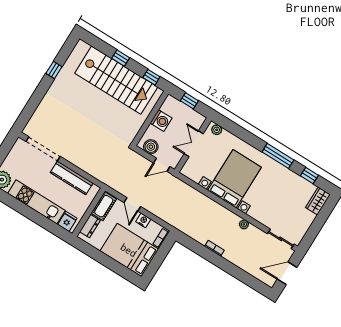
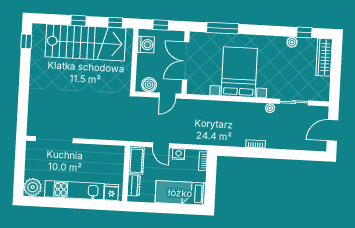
window: (54, 70) -> (26, 41), moved
washing machine: (161, 121) -> (146, 45), moved
plant: (217, 130) -> (292, 42), moved
double door: (194, 144) -> (186, 61), width x1.37
window: (278, 156) -> (223, 28), moved
kitchen counter: (72, 178) -> (94, 151), removed
wardrobe: (318, 201) -> (324, 57), width x1.50
sliding door: (281, 239) -> (294, 102), moved
bed: (129, 250) -> (180, 193), width x0.67

